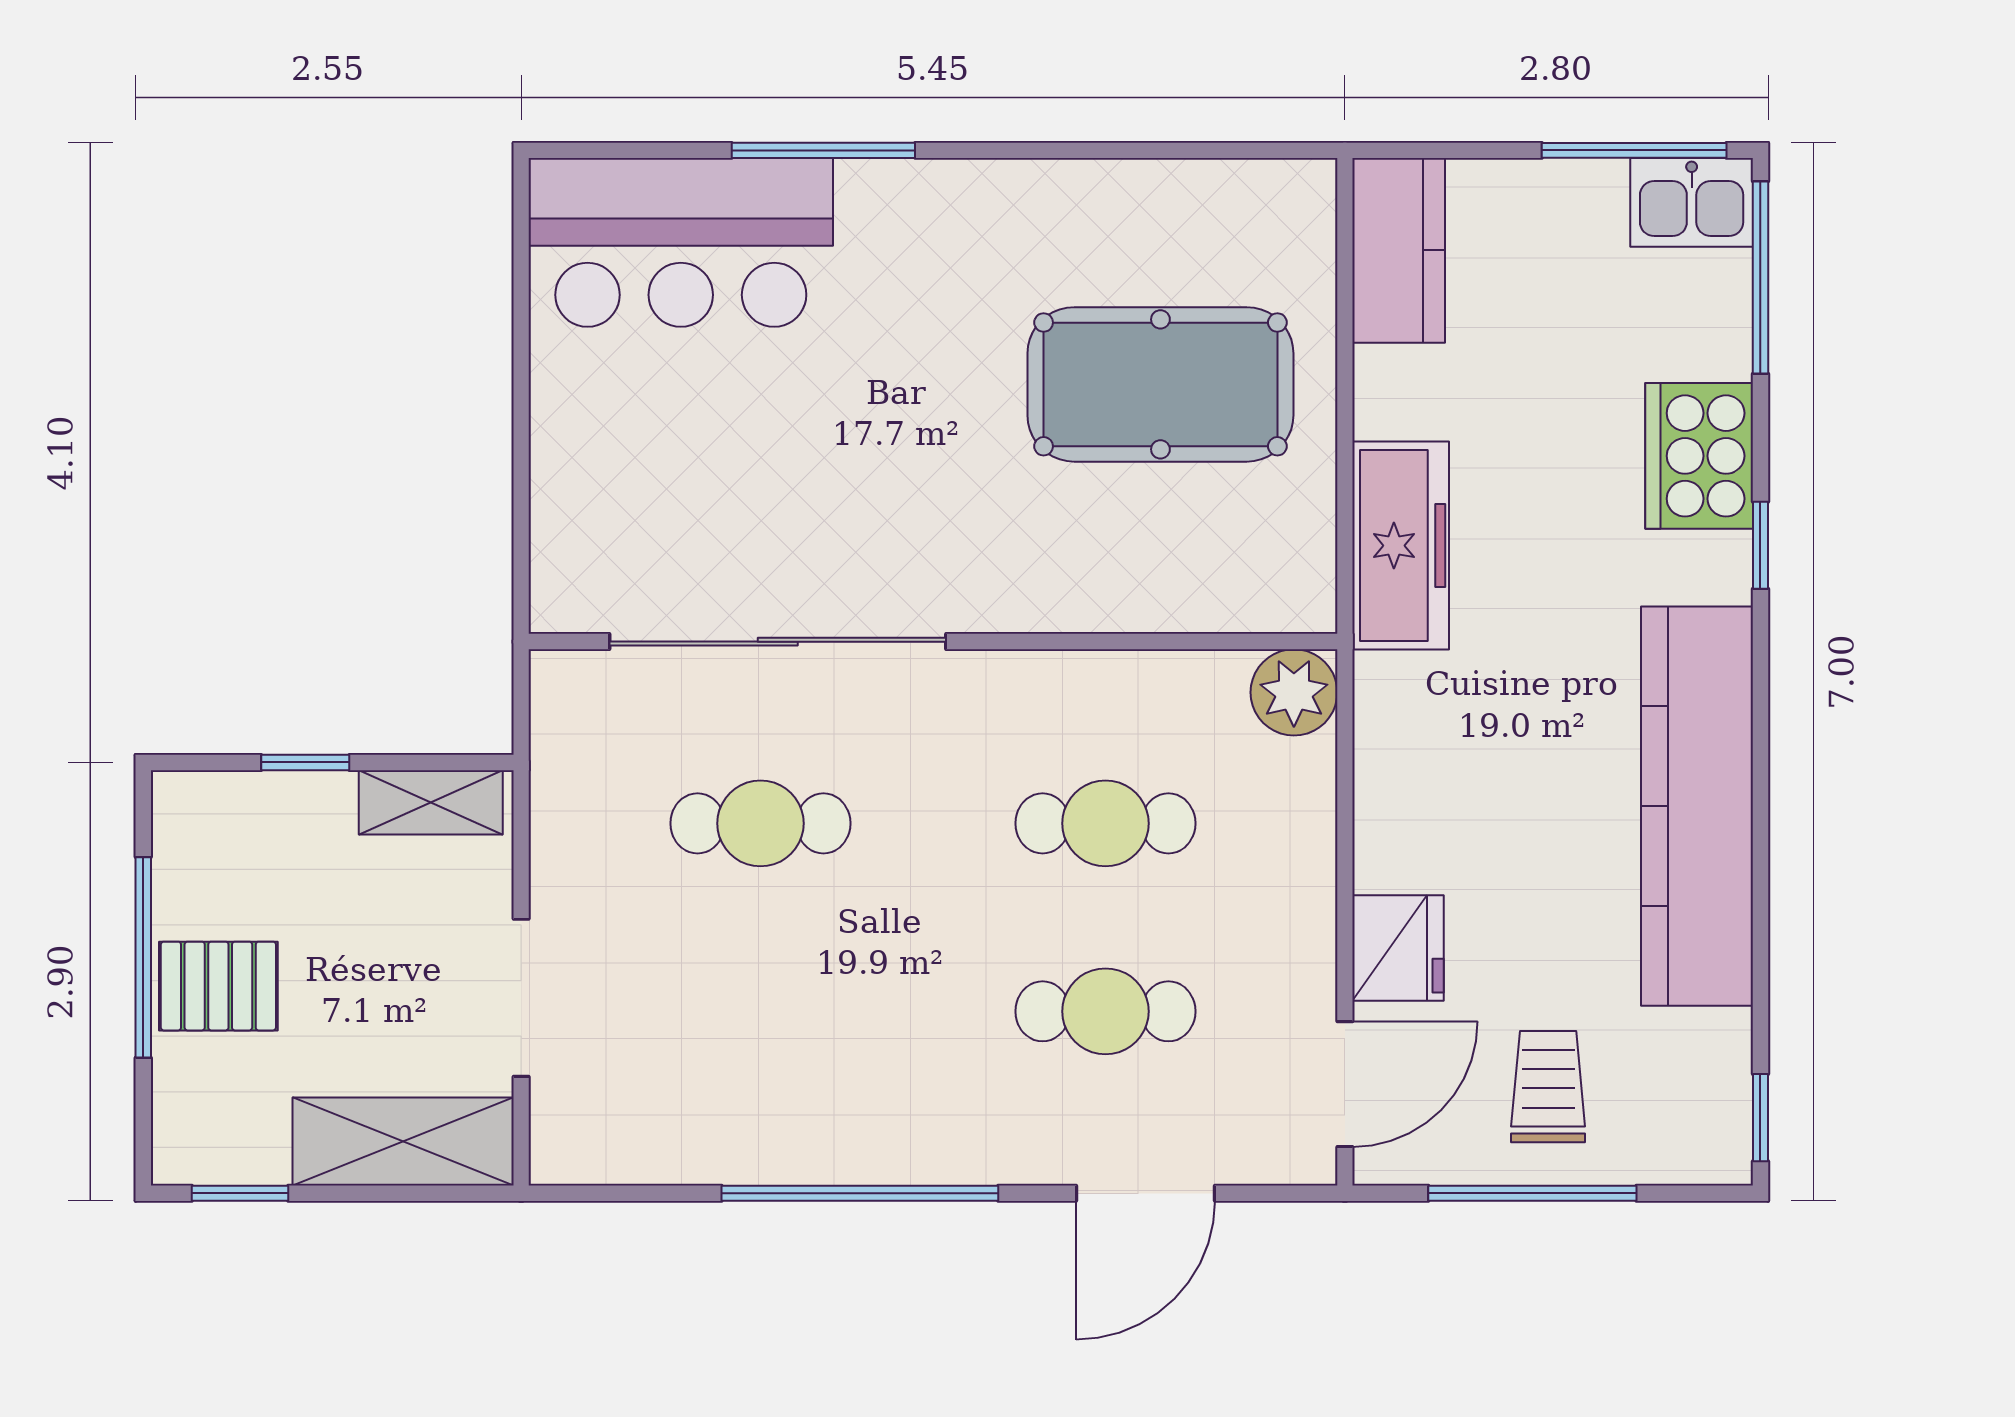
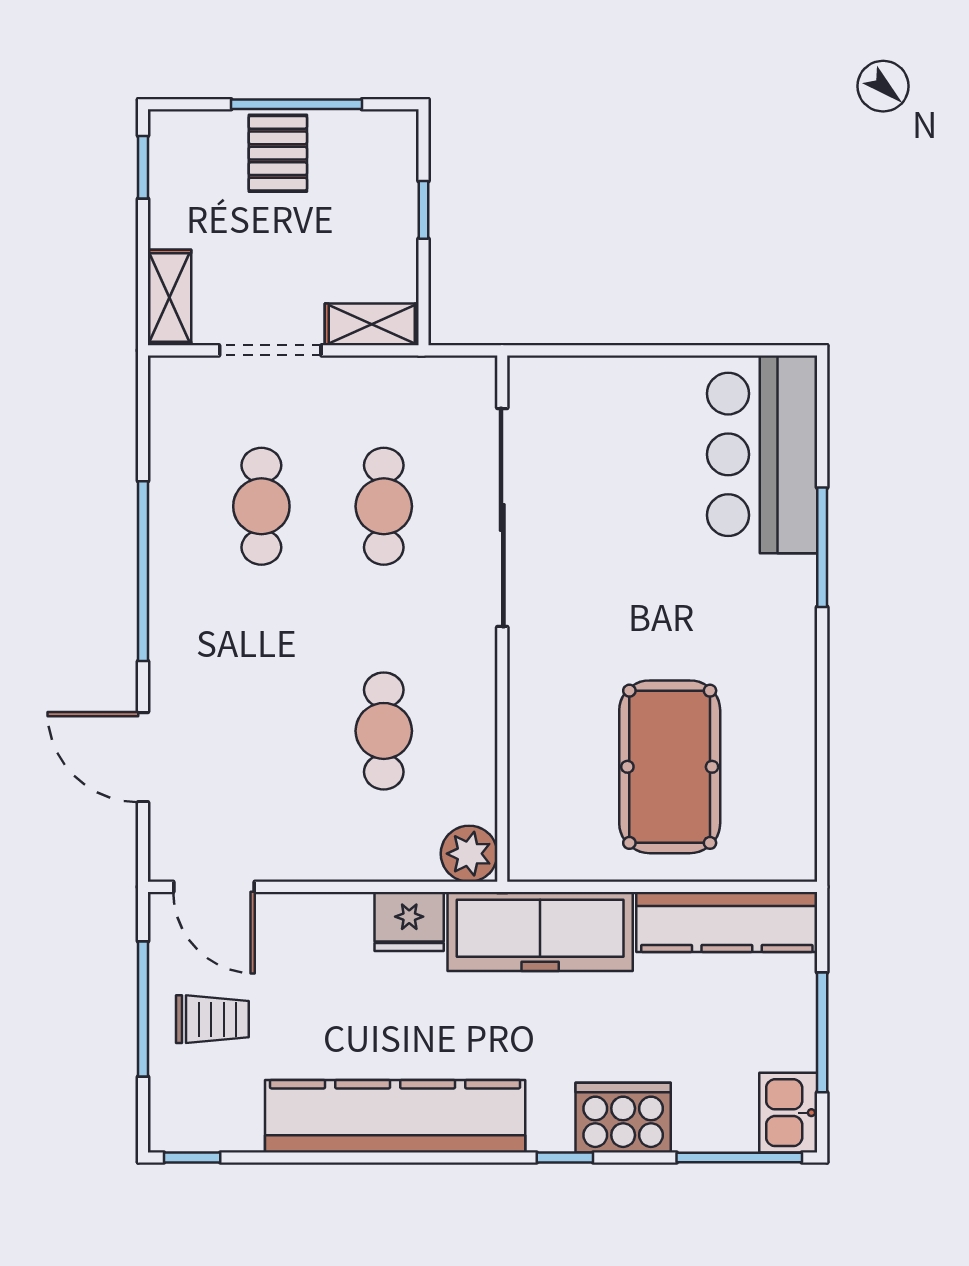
window: (1634, 150) -> (822, 1032), moved
kitchen counter: (1399, 250) -> (727, 922), width x1.50
freezer: (1401, 546) -> (540, 931), width x1.36, depth x1.26
shelving: (431, 802) -> (372, 324), moved, turned 90
fridge: (1398, 948) -> (409, 921), moved
cafe table: (1105, 1011) -> (261, 506), moved
shelving: (403, 1141) -> (169, 297), width x0.67, depth x0.75

